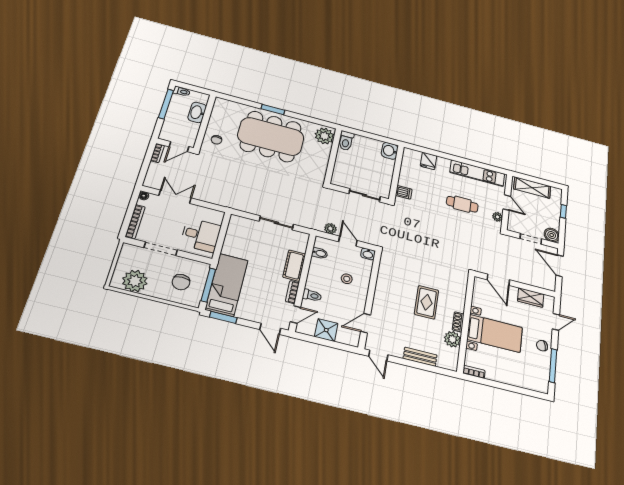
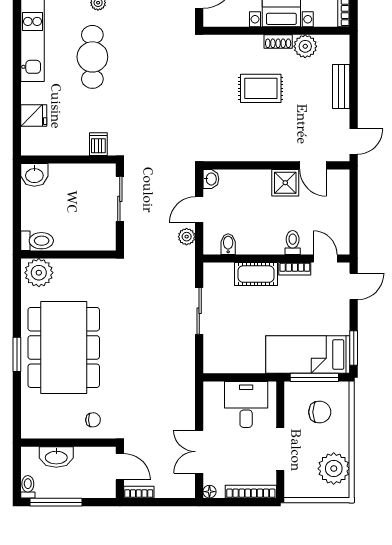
cafe table: (462, 204) -> (92, 57), width x1.37, depth x1.35
stool: (347, 279) -> (256, 201), removed
shower: (326, 330) -> (285, 183), moved

